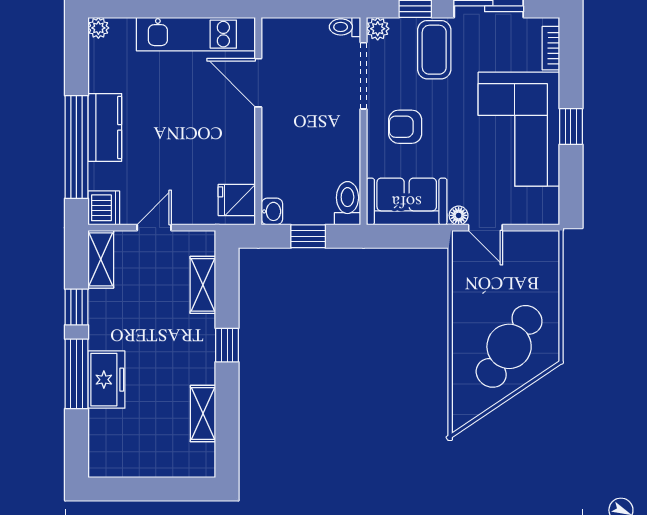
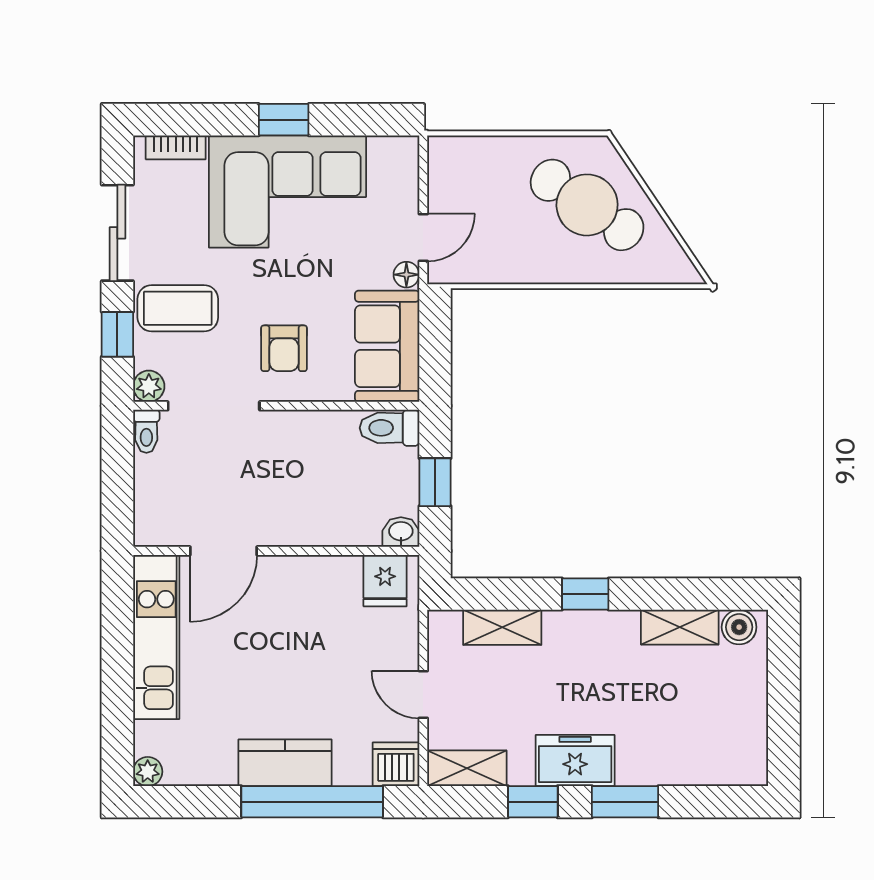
window: (76, 374) -> (625, 802), width x0.69
freezer: (106, 380) -> (575, 760), moved
boiler: (203, 457) -> (739, 627), added

